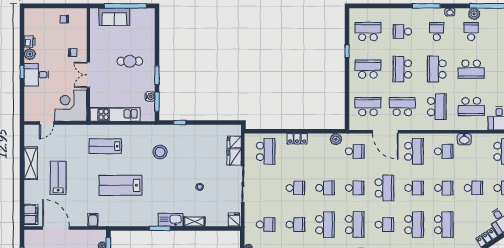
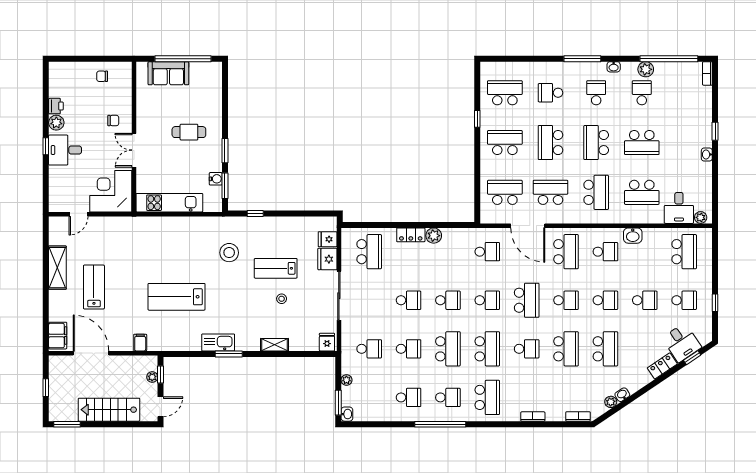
plant: (336, 139) -> (434, 236), moved
lab bench: (105, 146) -> (276, 268), moved
kitchen sink: (171, 220) -> (218, 342), moved

